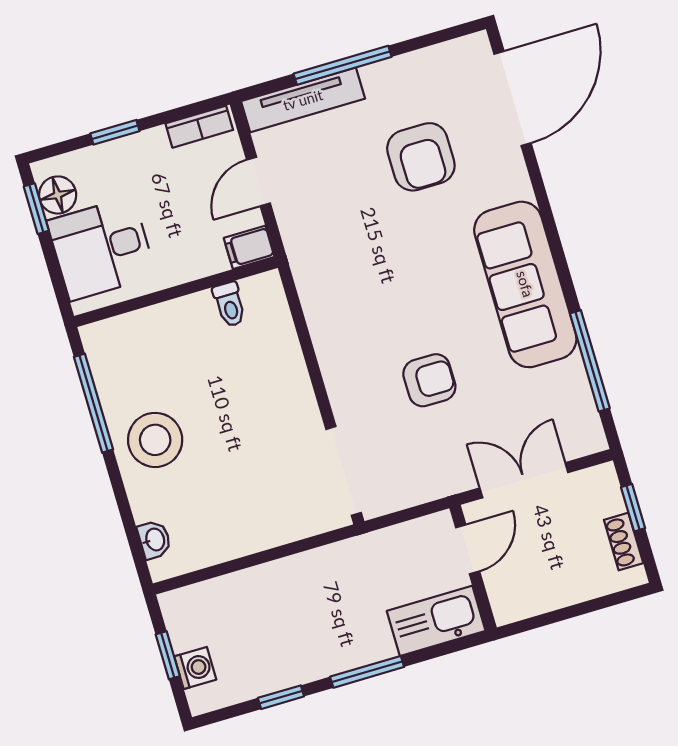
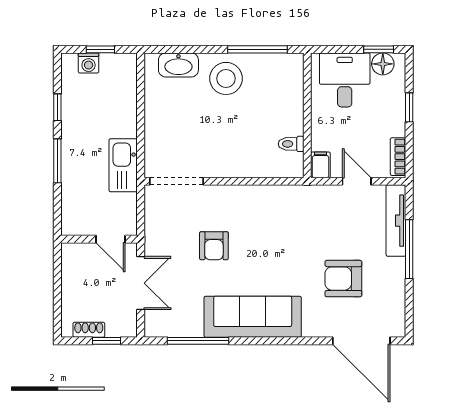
washbasin: (154, 540) -> (178, 65), width x1.91, depth x1.45
kitchen sink: (436, 621) -> (123, 165), moved, turned 180

